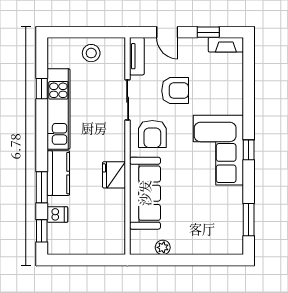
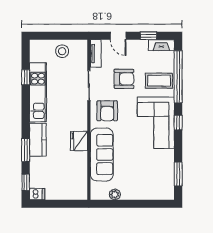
window: (249, 88) -> (178, 77), added
coffee table: (223, 93) -> (159, 81), added
dishwasher: (57, 215) -> (37, 194), moved

